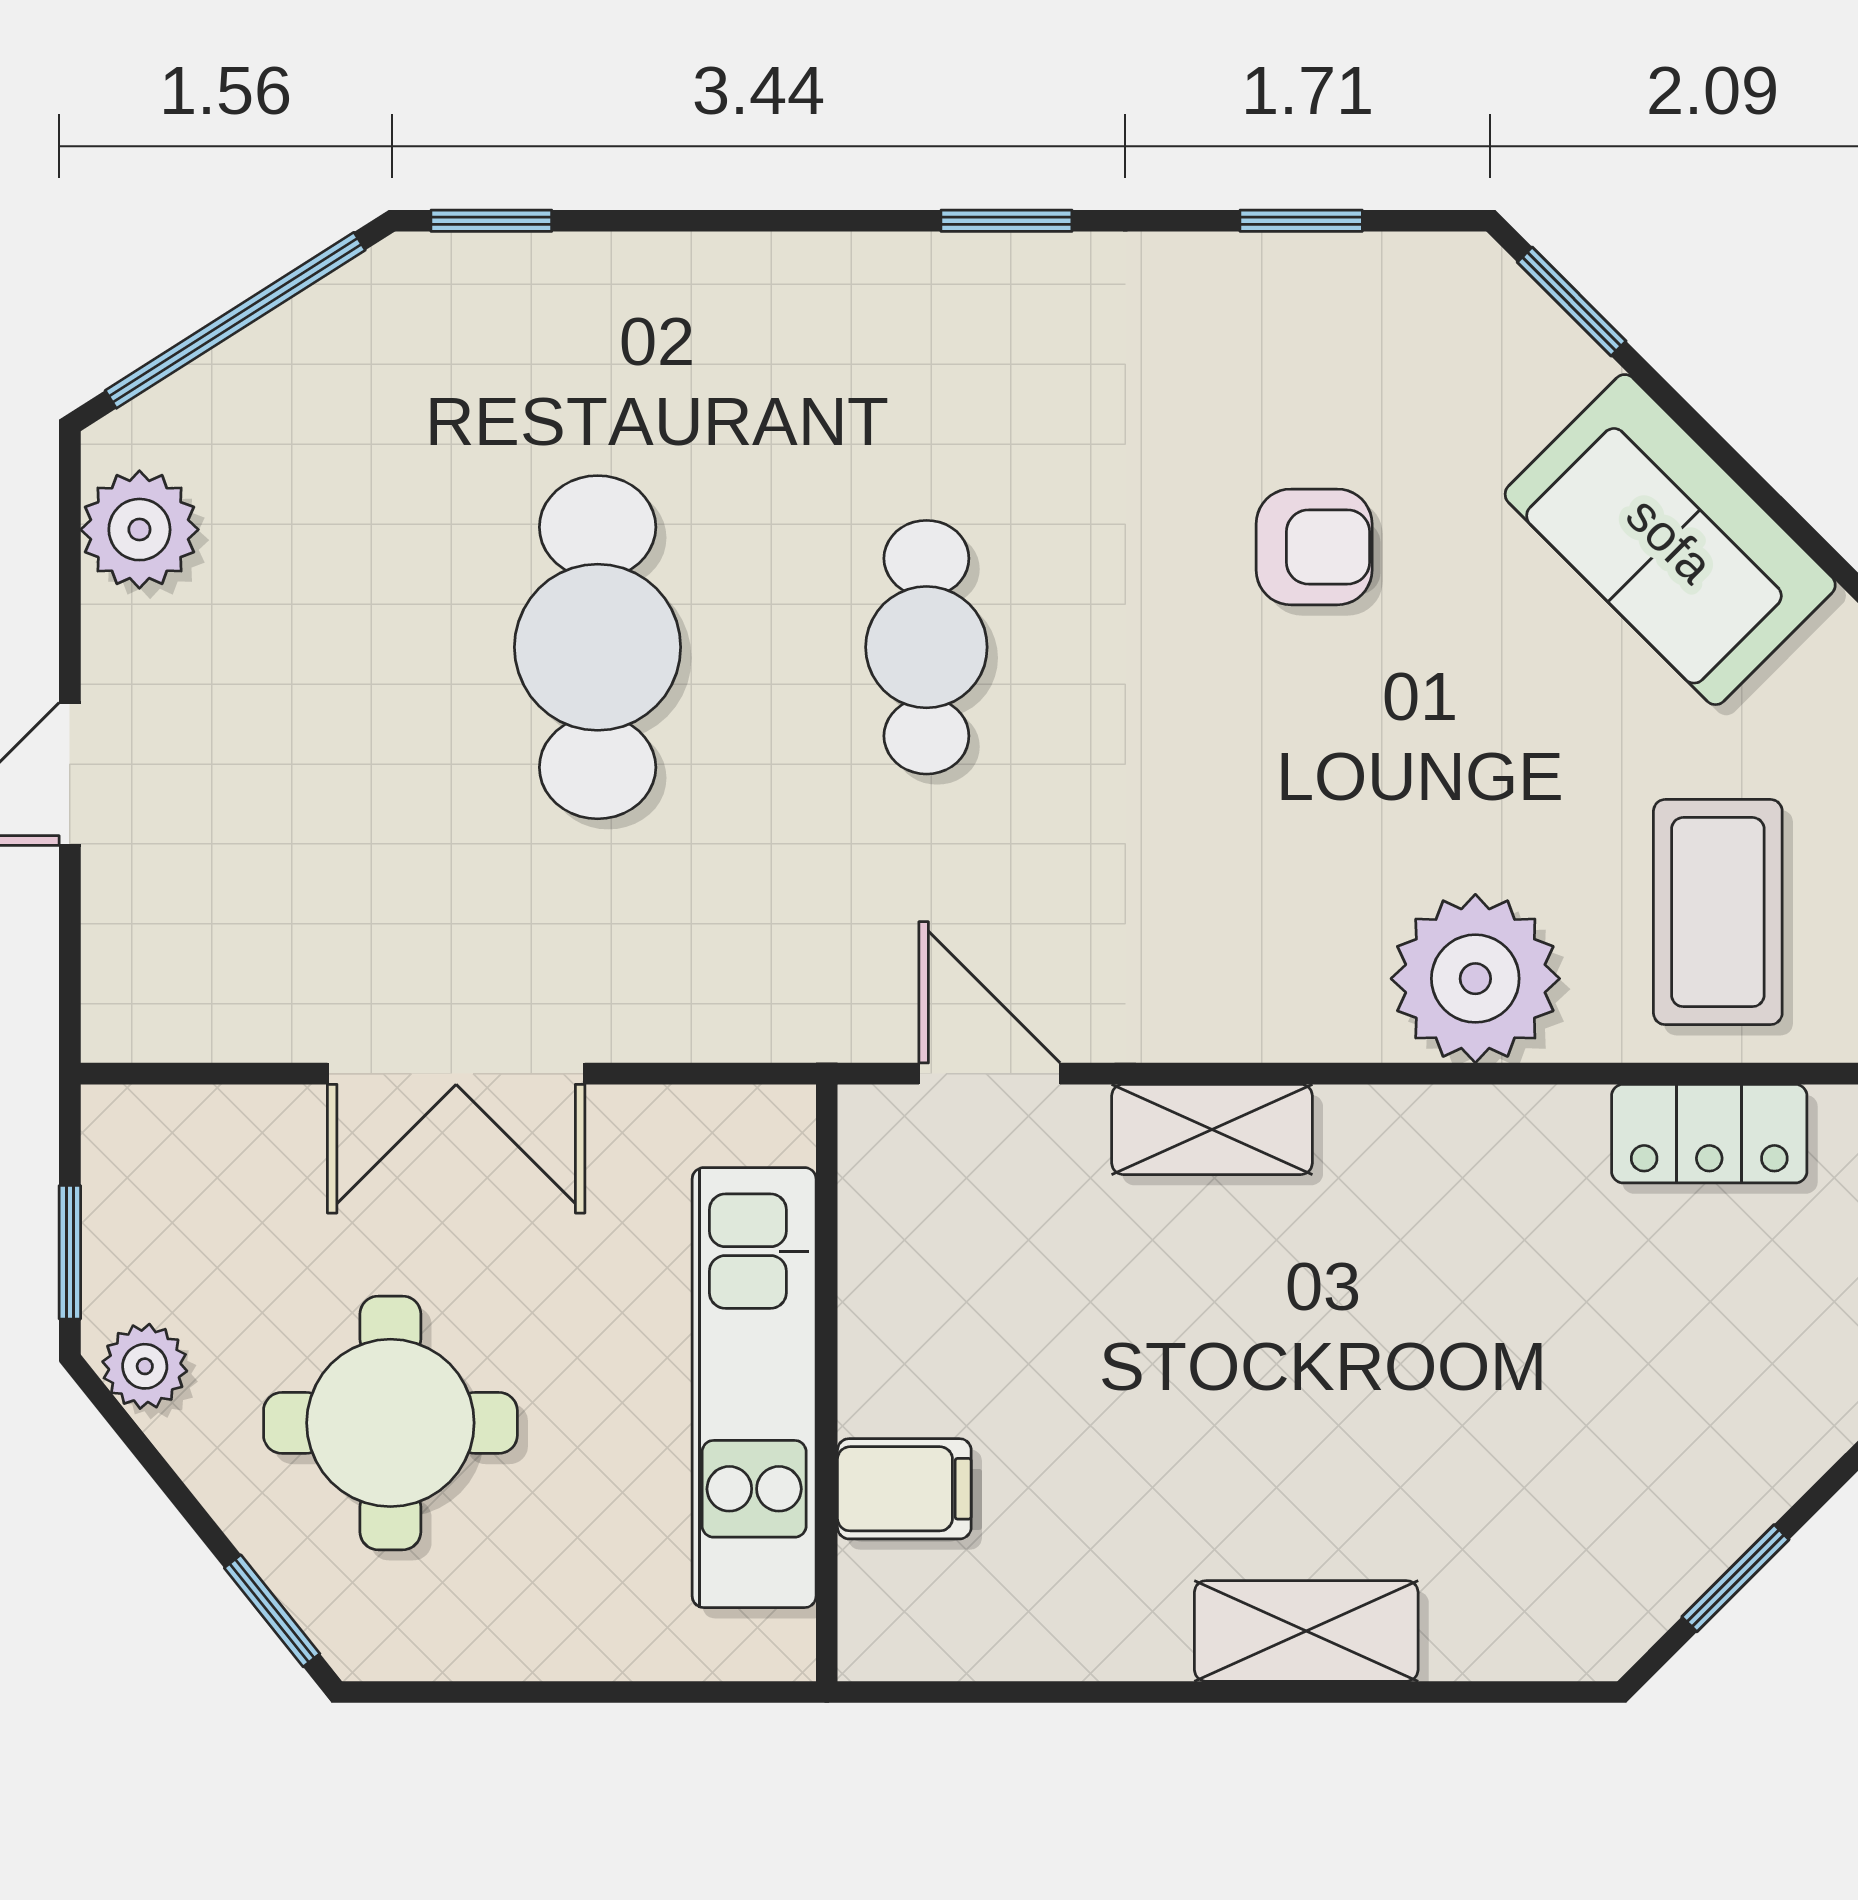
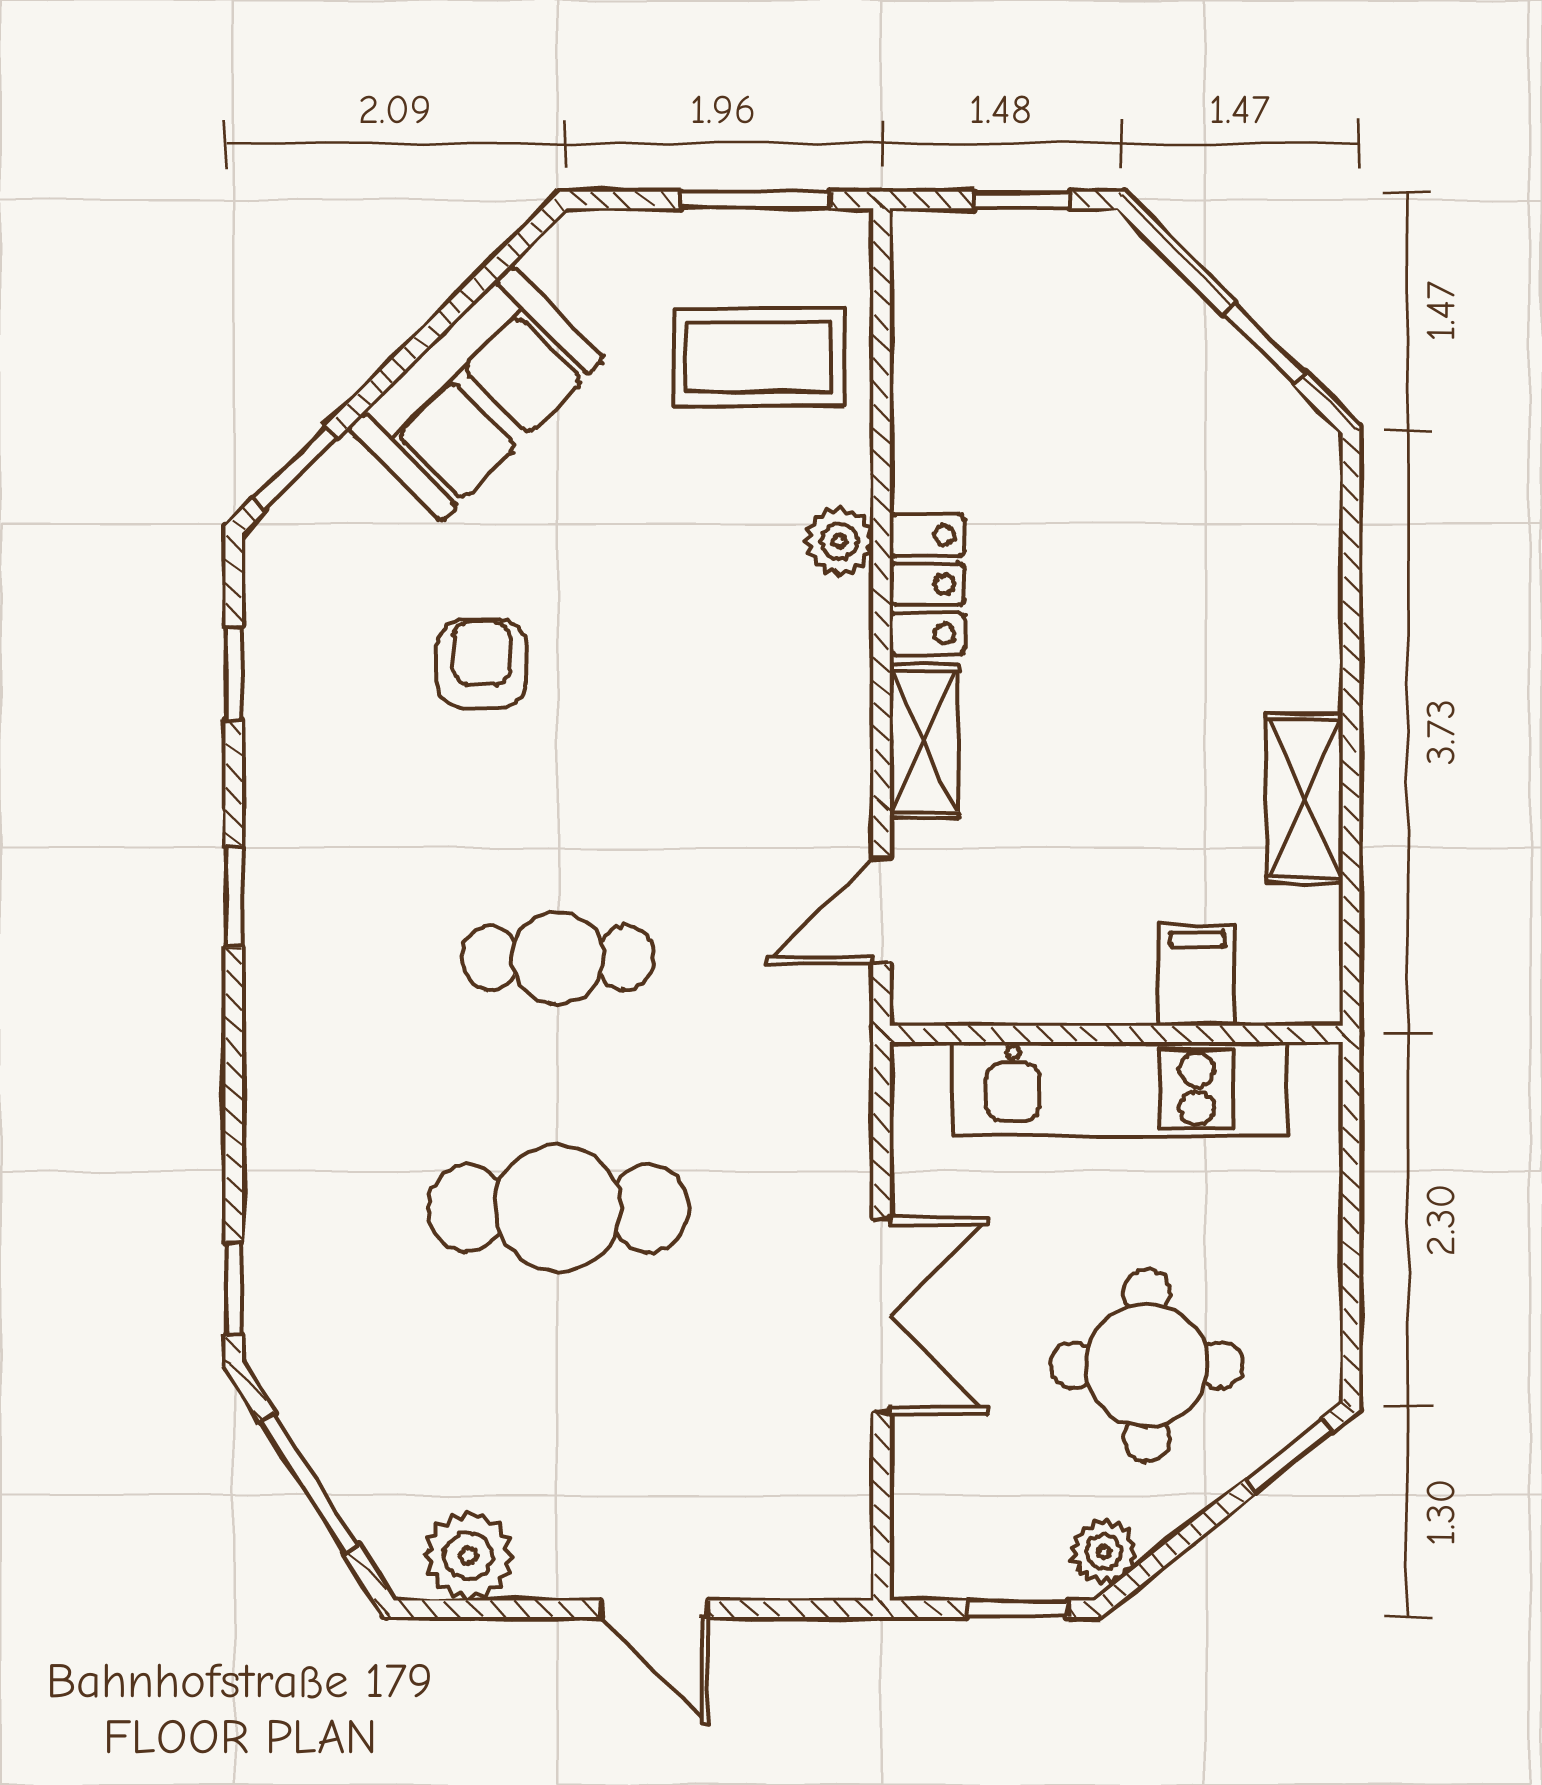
window: (235, 320) -> (309, 1483), width x0.69
plant: (1475, 979) -> (839, 541), width x0.53, depth x0.53
locker: (1709, 1134) -> (927, 584), moved
shelving: (1306, 1631) -> (1305, 798), moved

